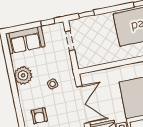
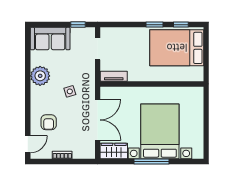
window: (86, 14) -> (155, 25), moved
tv unit: (89, 62) -> (114, 76), added

